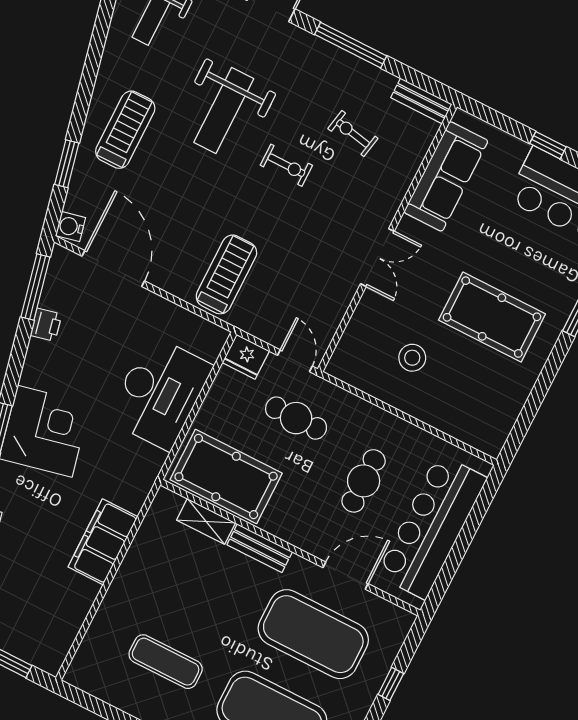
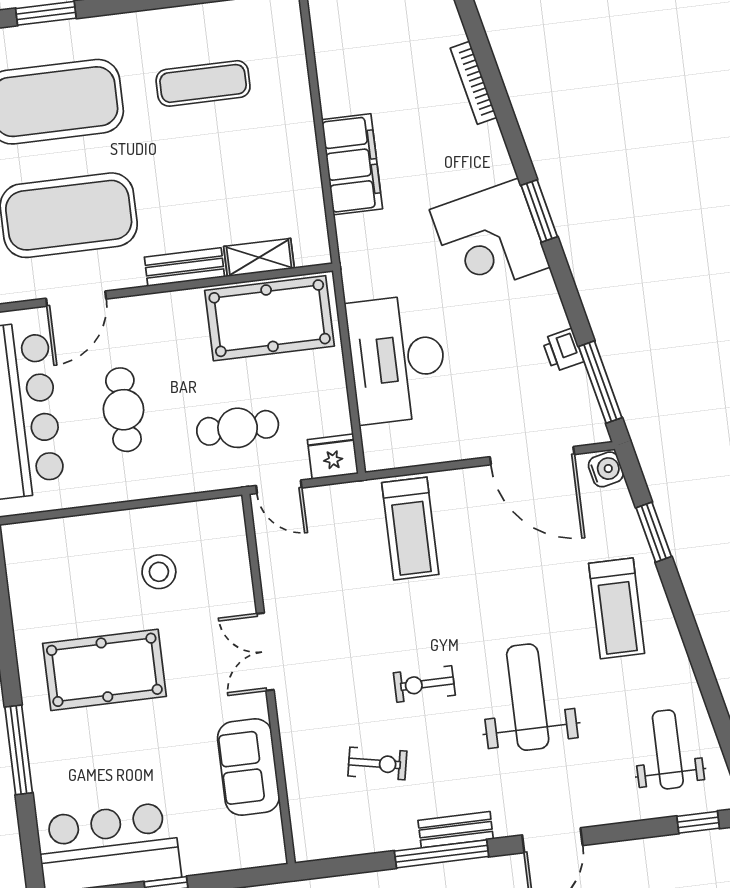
bench: (421, 101) -> (456, 830), moved
sofa: (446, 176) -> (248, 767), width x0.73

